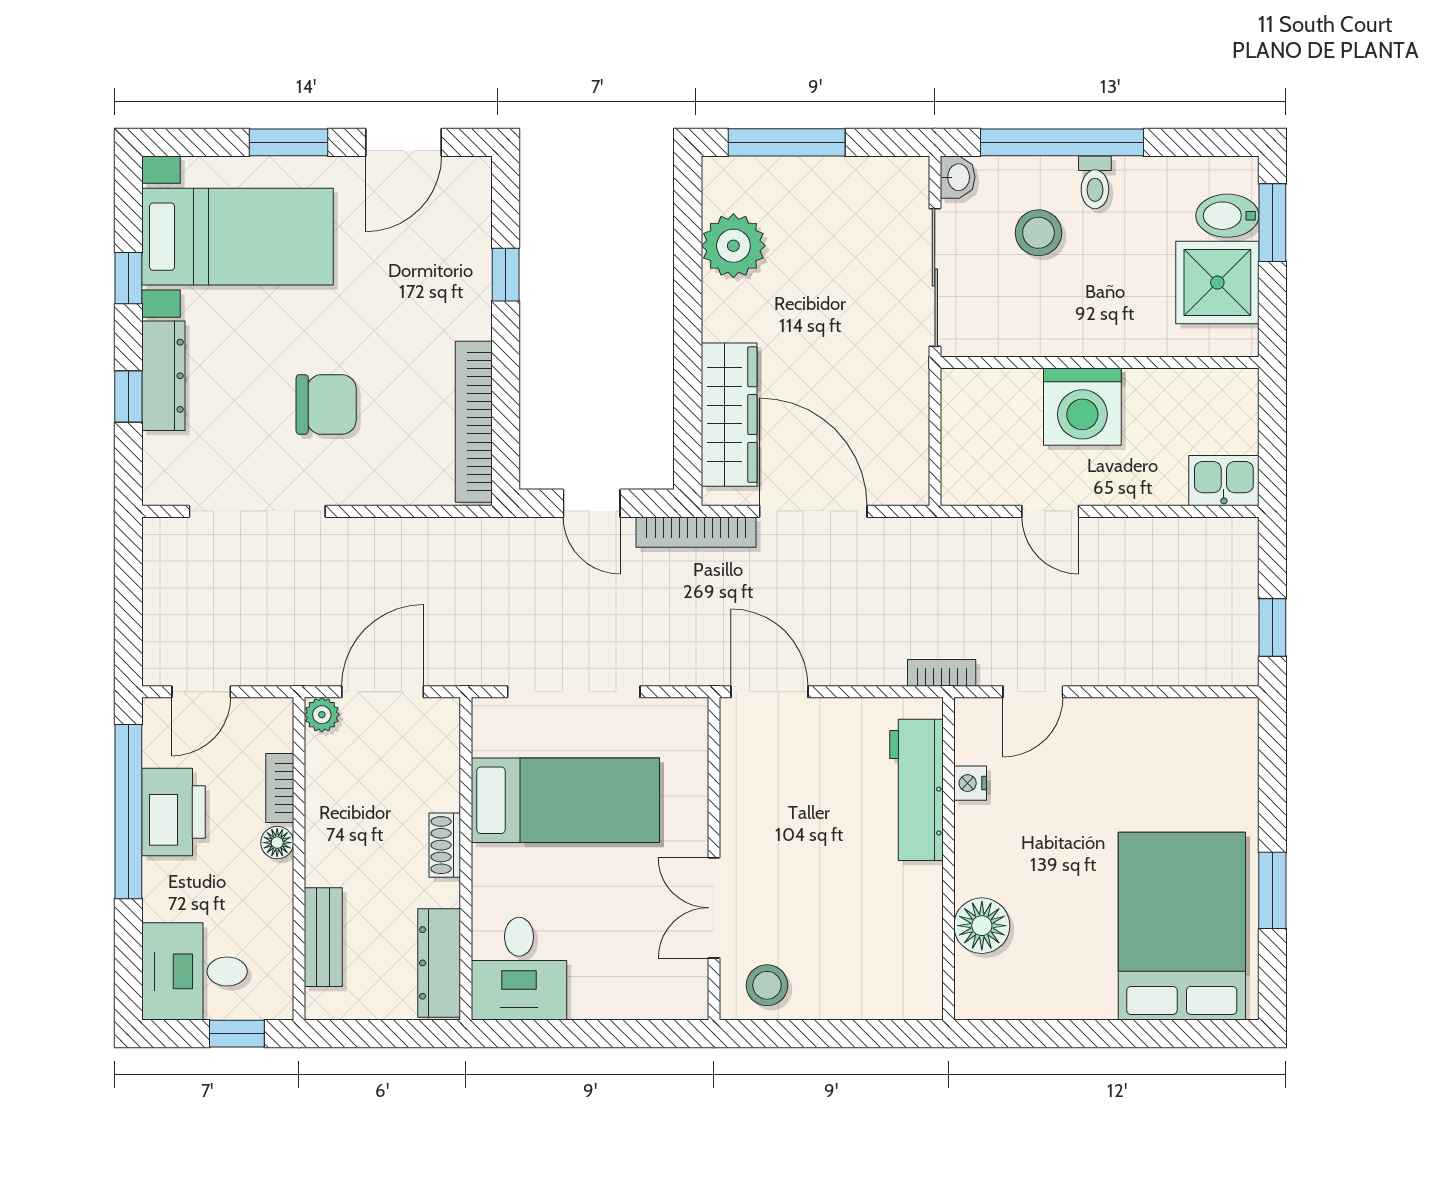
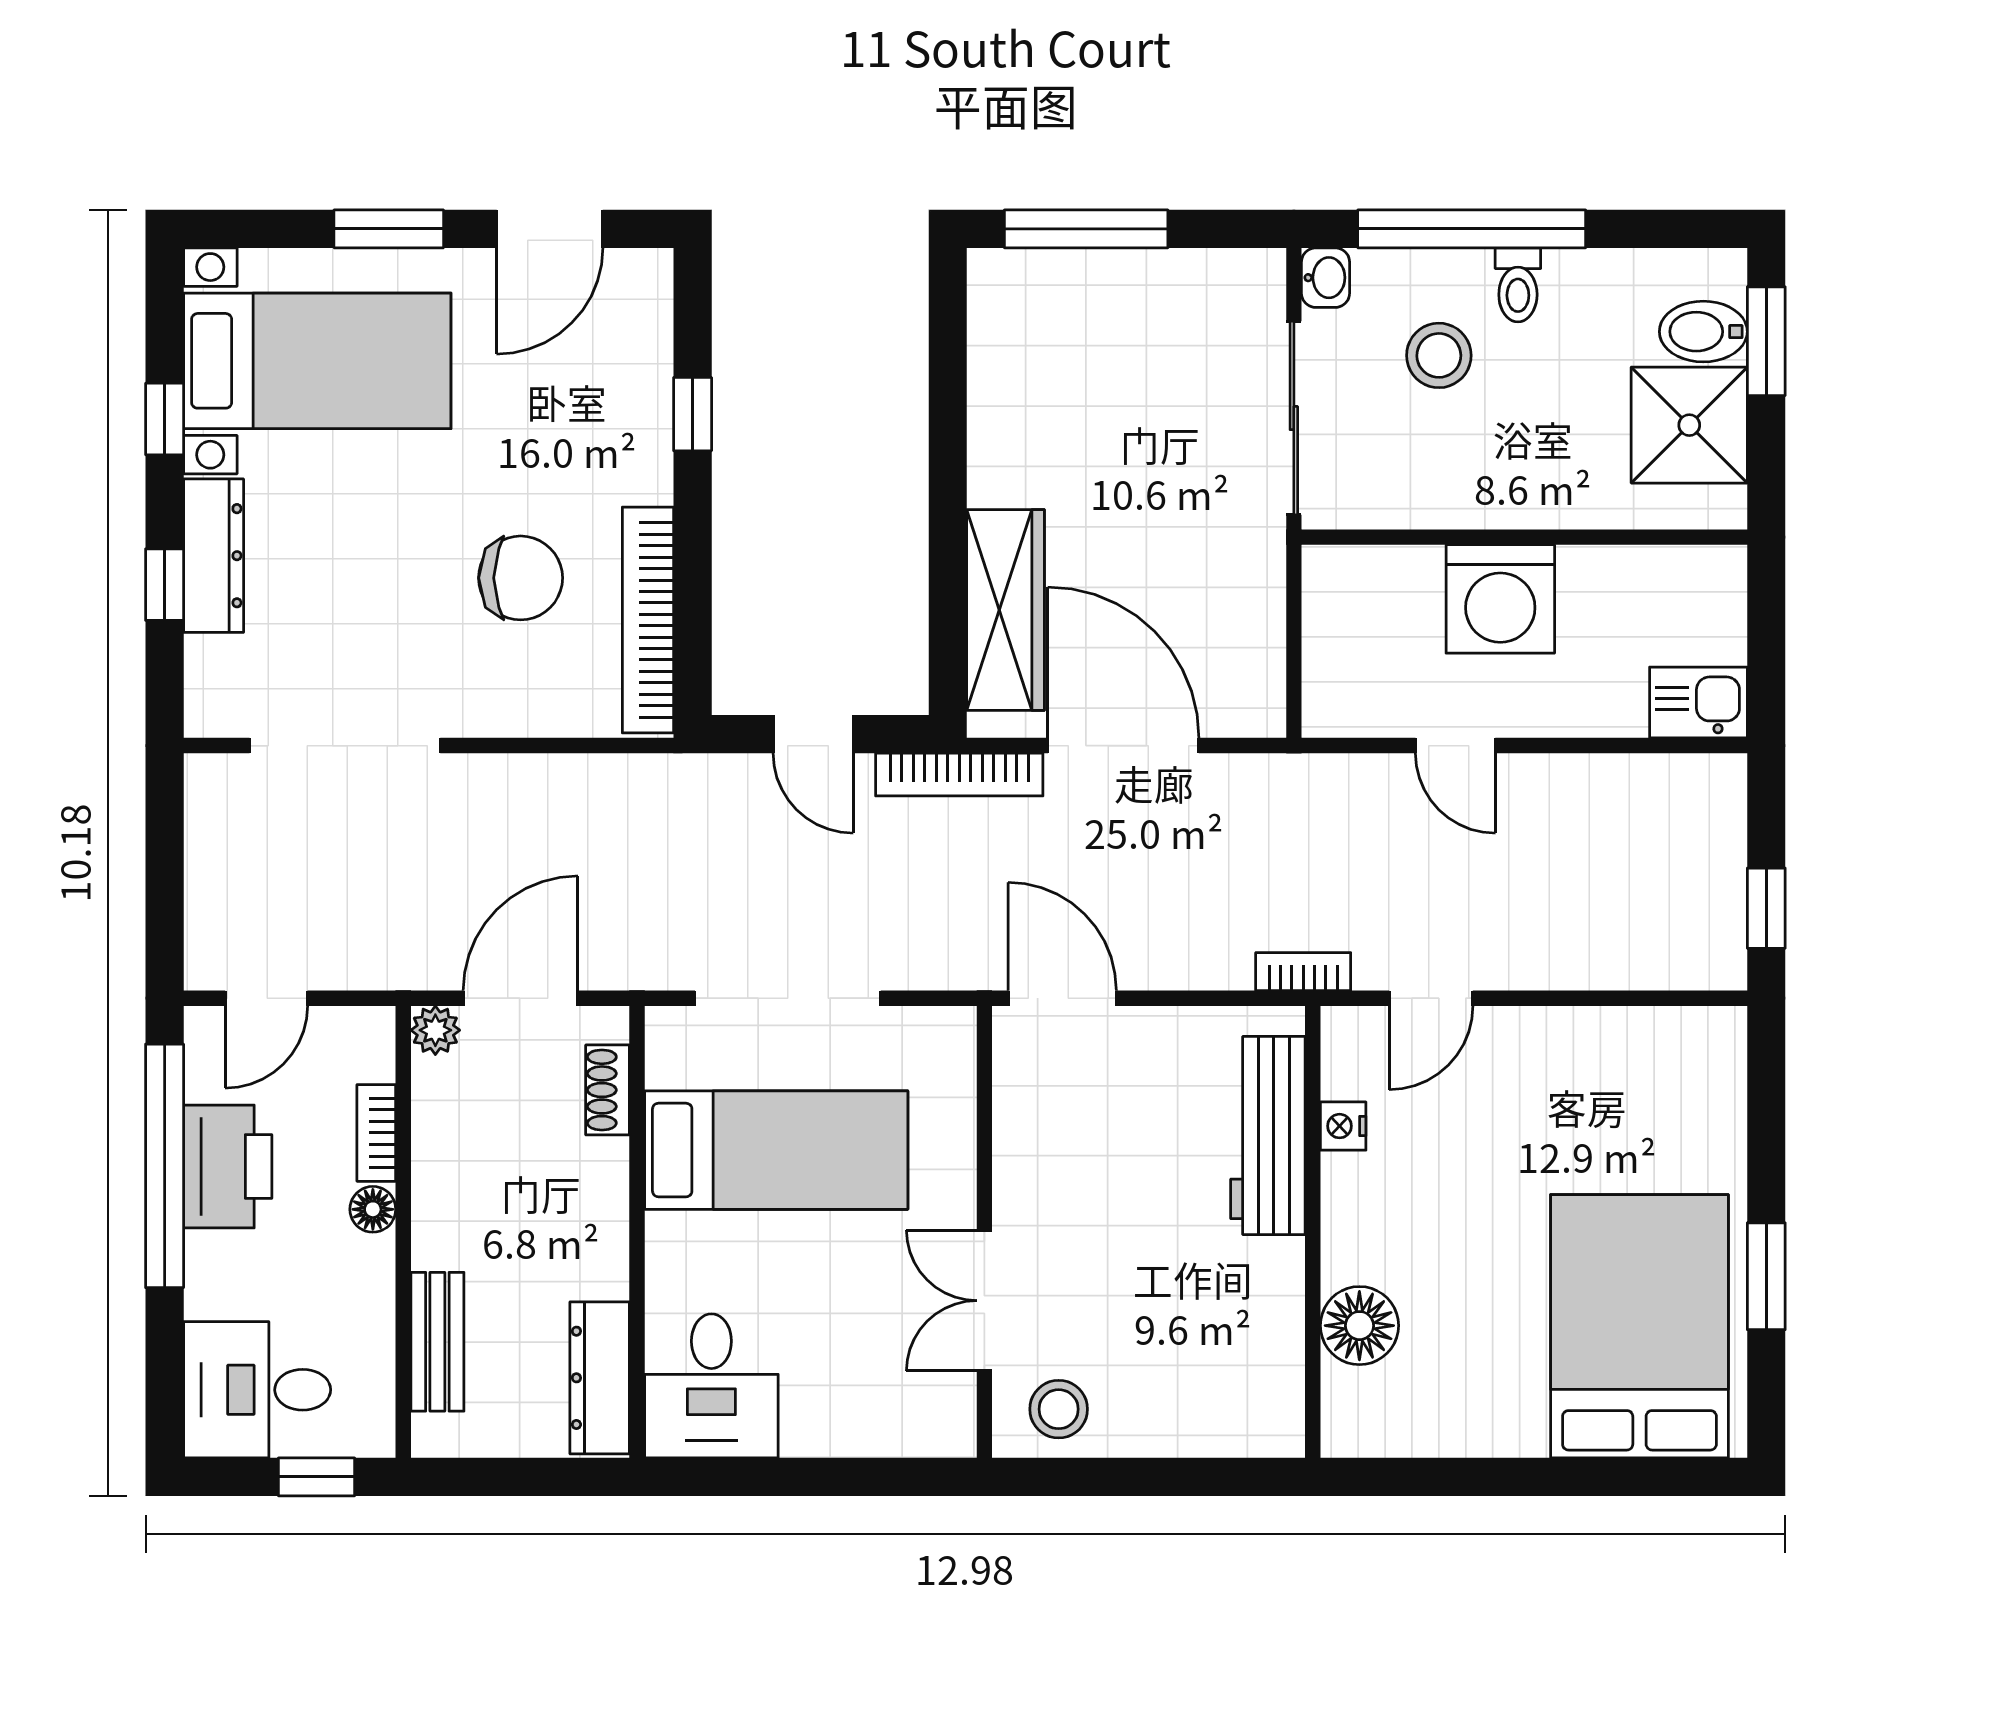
plant: (733, 246) -> (1012, 374), removed
chair: (326, 404) -> (521, 578), moved
shoe rack: (445, 845) -> (608, 1090), moved

